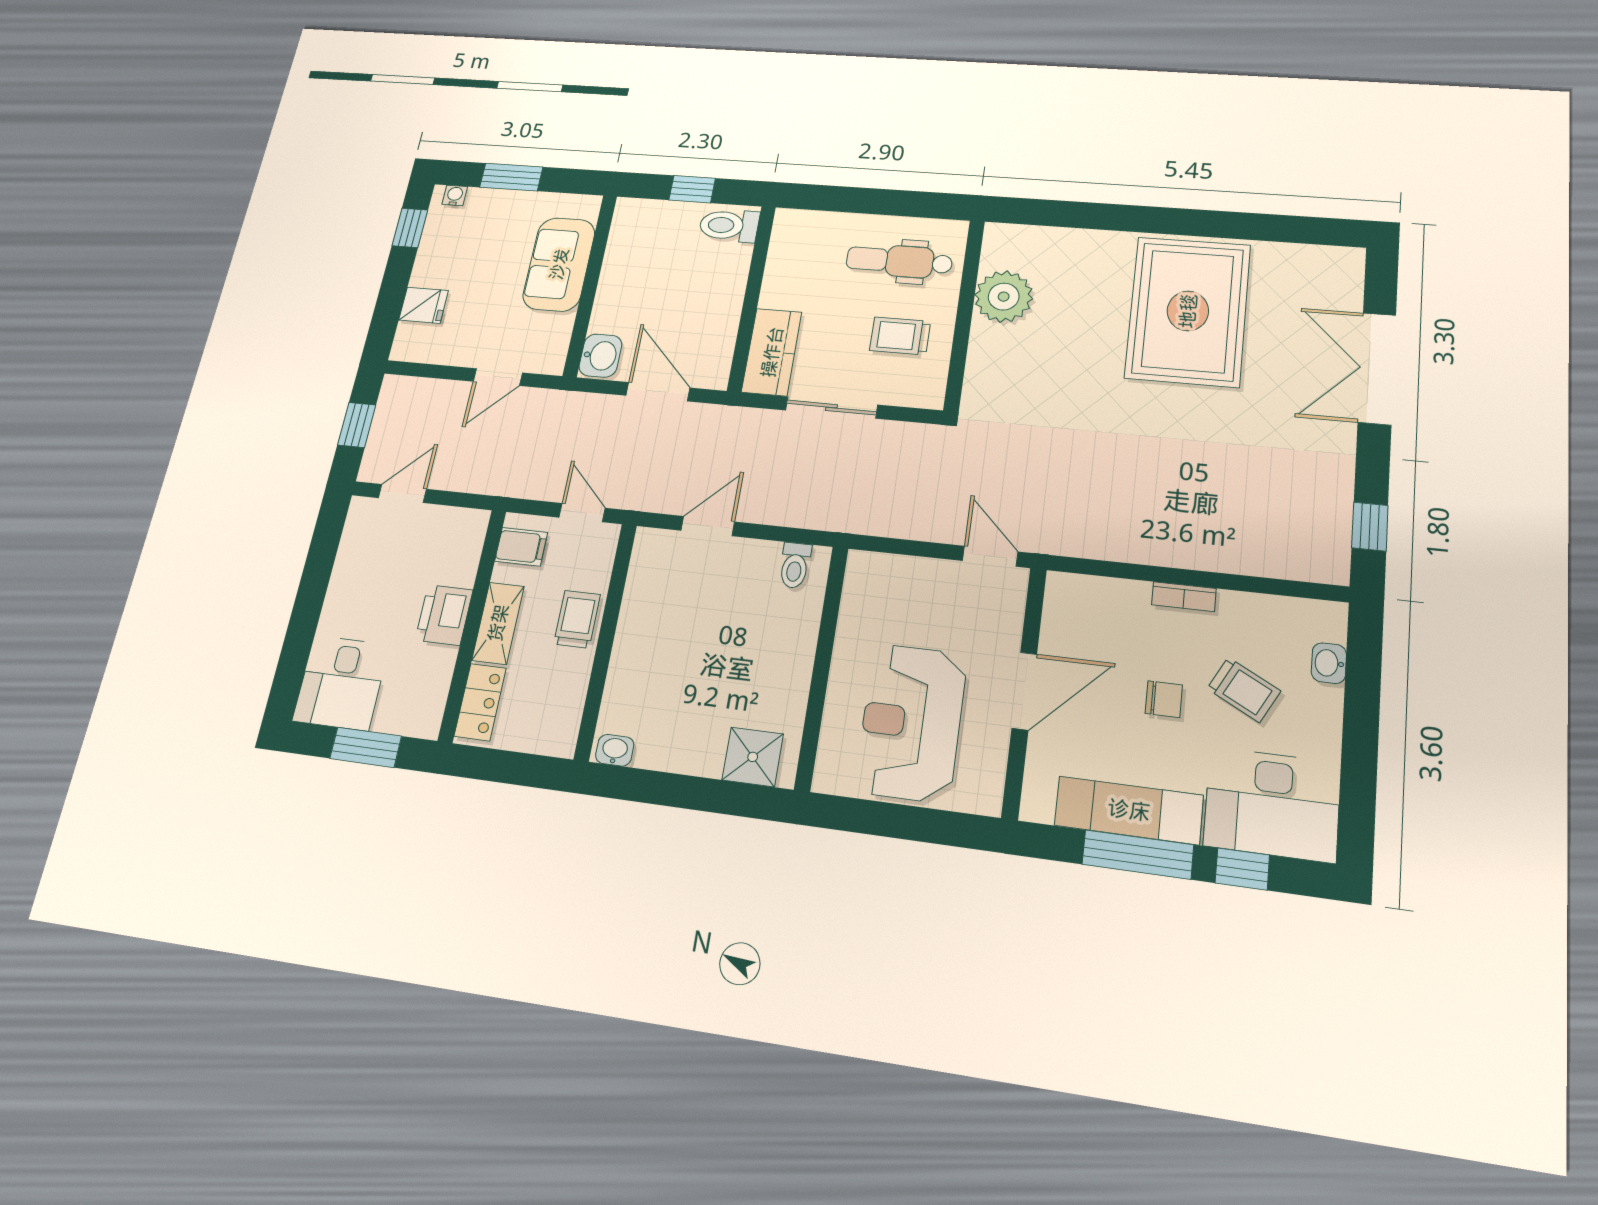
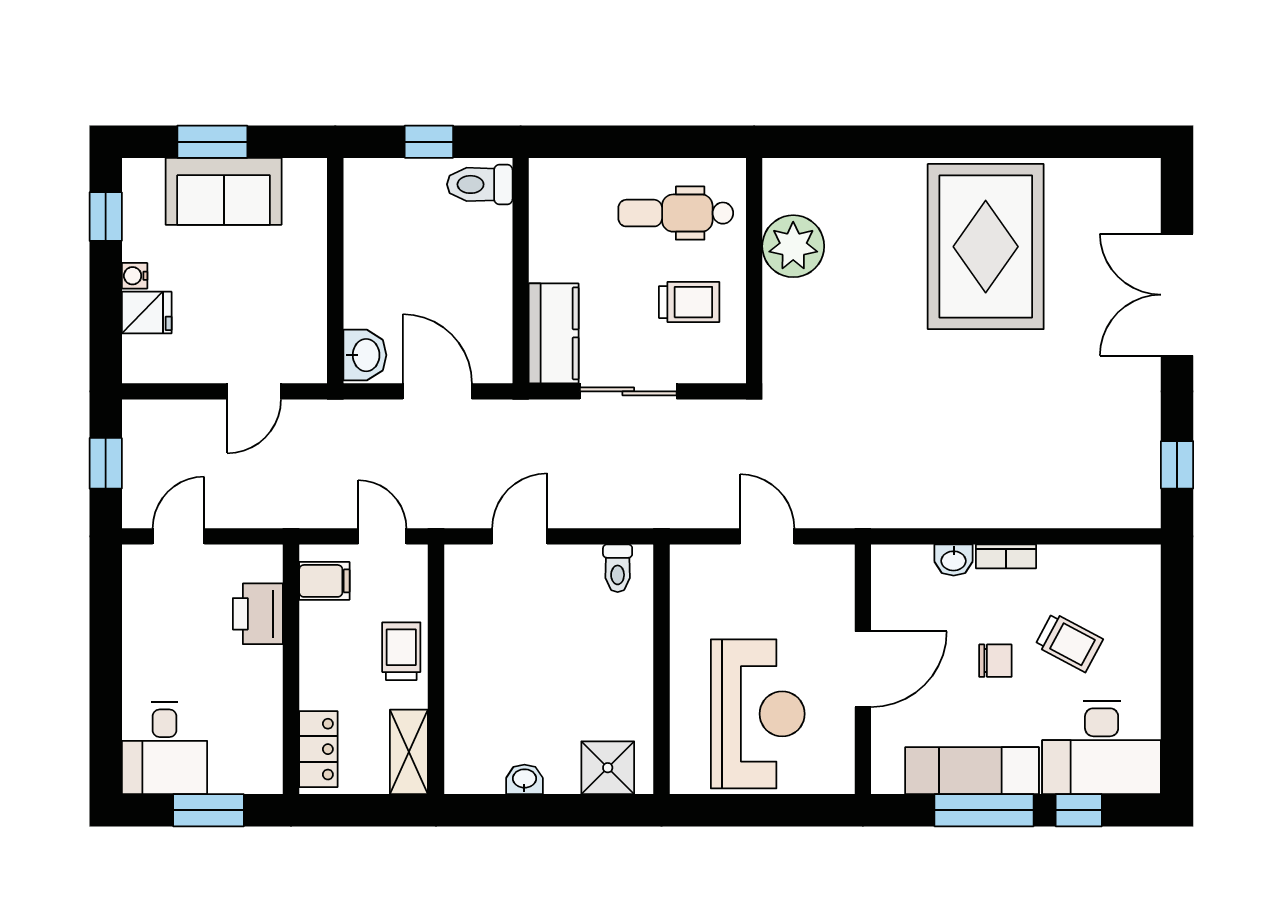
water cooler: (455, 195) -> (135, 276), moved, turned -90
sofa: (559, 264) -> (224, 191), moved, turned -90
trolley: (900, 336) -> (689, 302), turned 180
door: (990, 556) -> (767, 536), moved
printer: (444, 615) -> (258, 614), moved
shelving: (498, 623) -> (409, 752), moved
washbasin: (1329, 663) -> (954, 560), moved, turned -90
reception desk: (911, 722) -> (758, 714), turned 180
washbasin: (615, 750) -> (524, 779), moved

